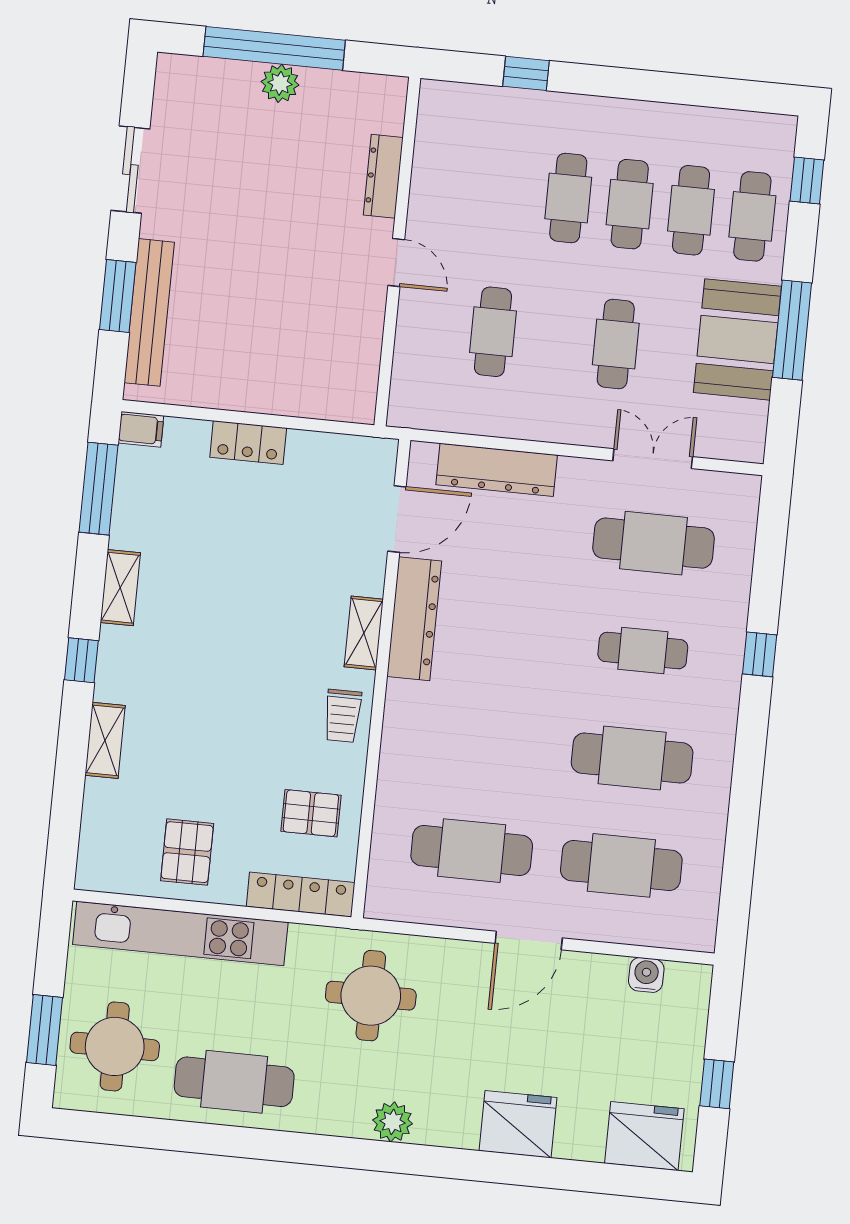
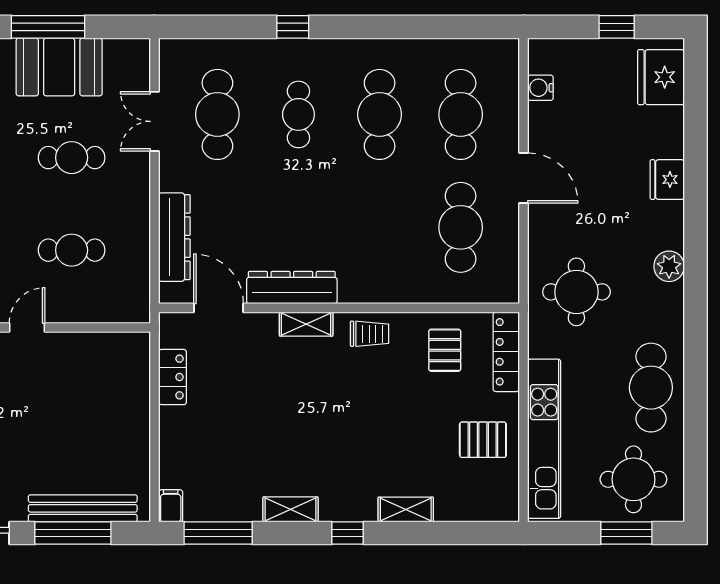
window: (118, 296) -> (73, 533), width x1.44
locker: (248, 443) -> (173, 377), moved
fridge: (518, 1124) -> (667, 180), width x0.73, depth x0.75

